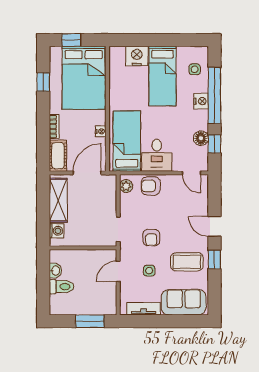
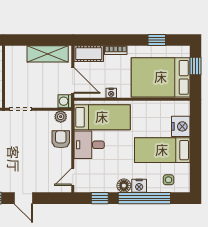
floor lamp: (201, 138) -> (124, 186), moved
door: (214, 226) -> (23, 198), swing flipped
washing machine: (57, 231) -> (65, 101), moved, turned 90
armchair: (151, 238) -> (13, 140), removed

